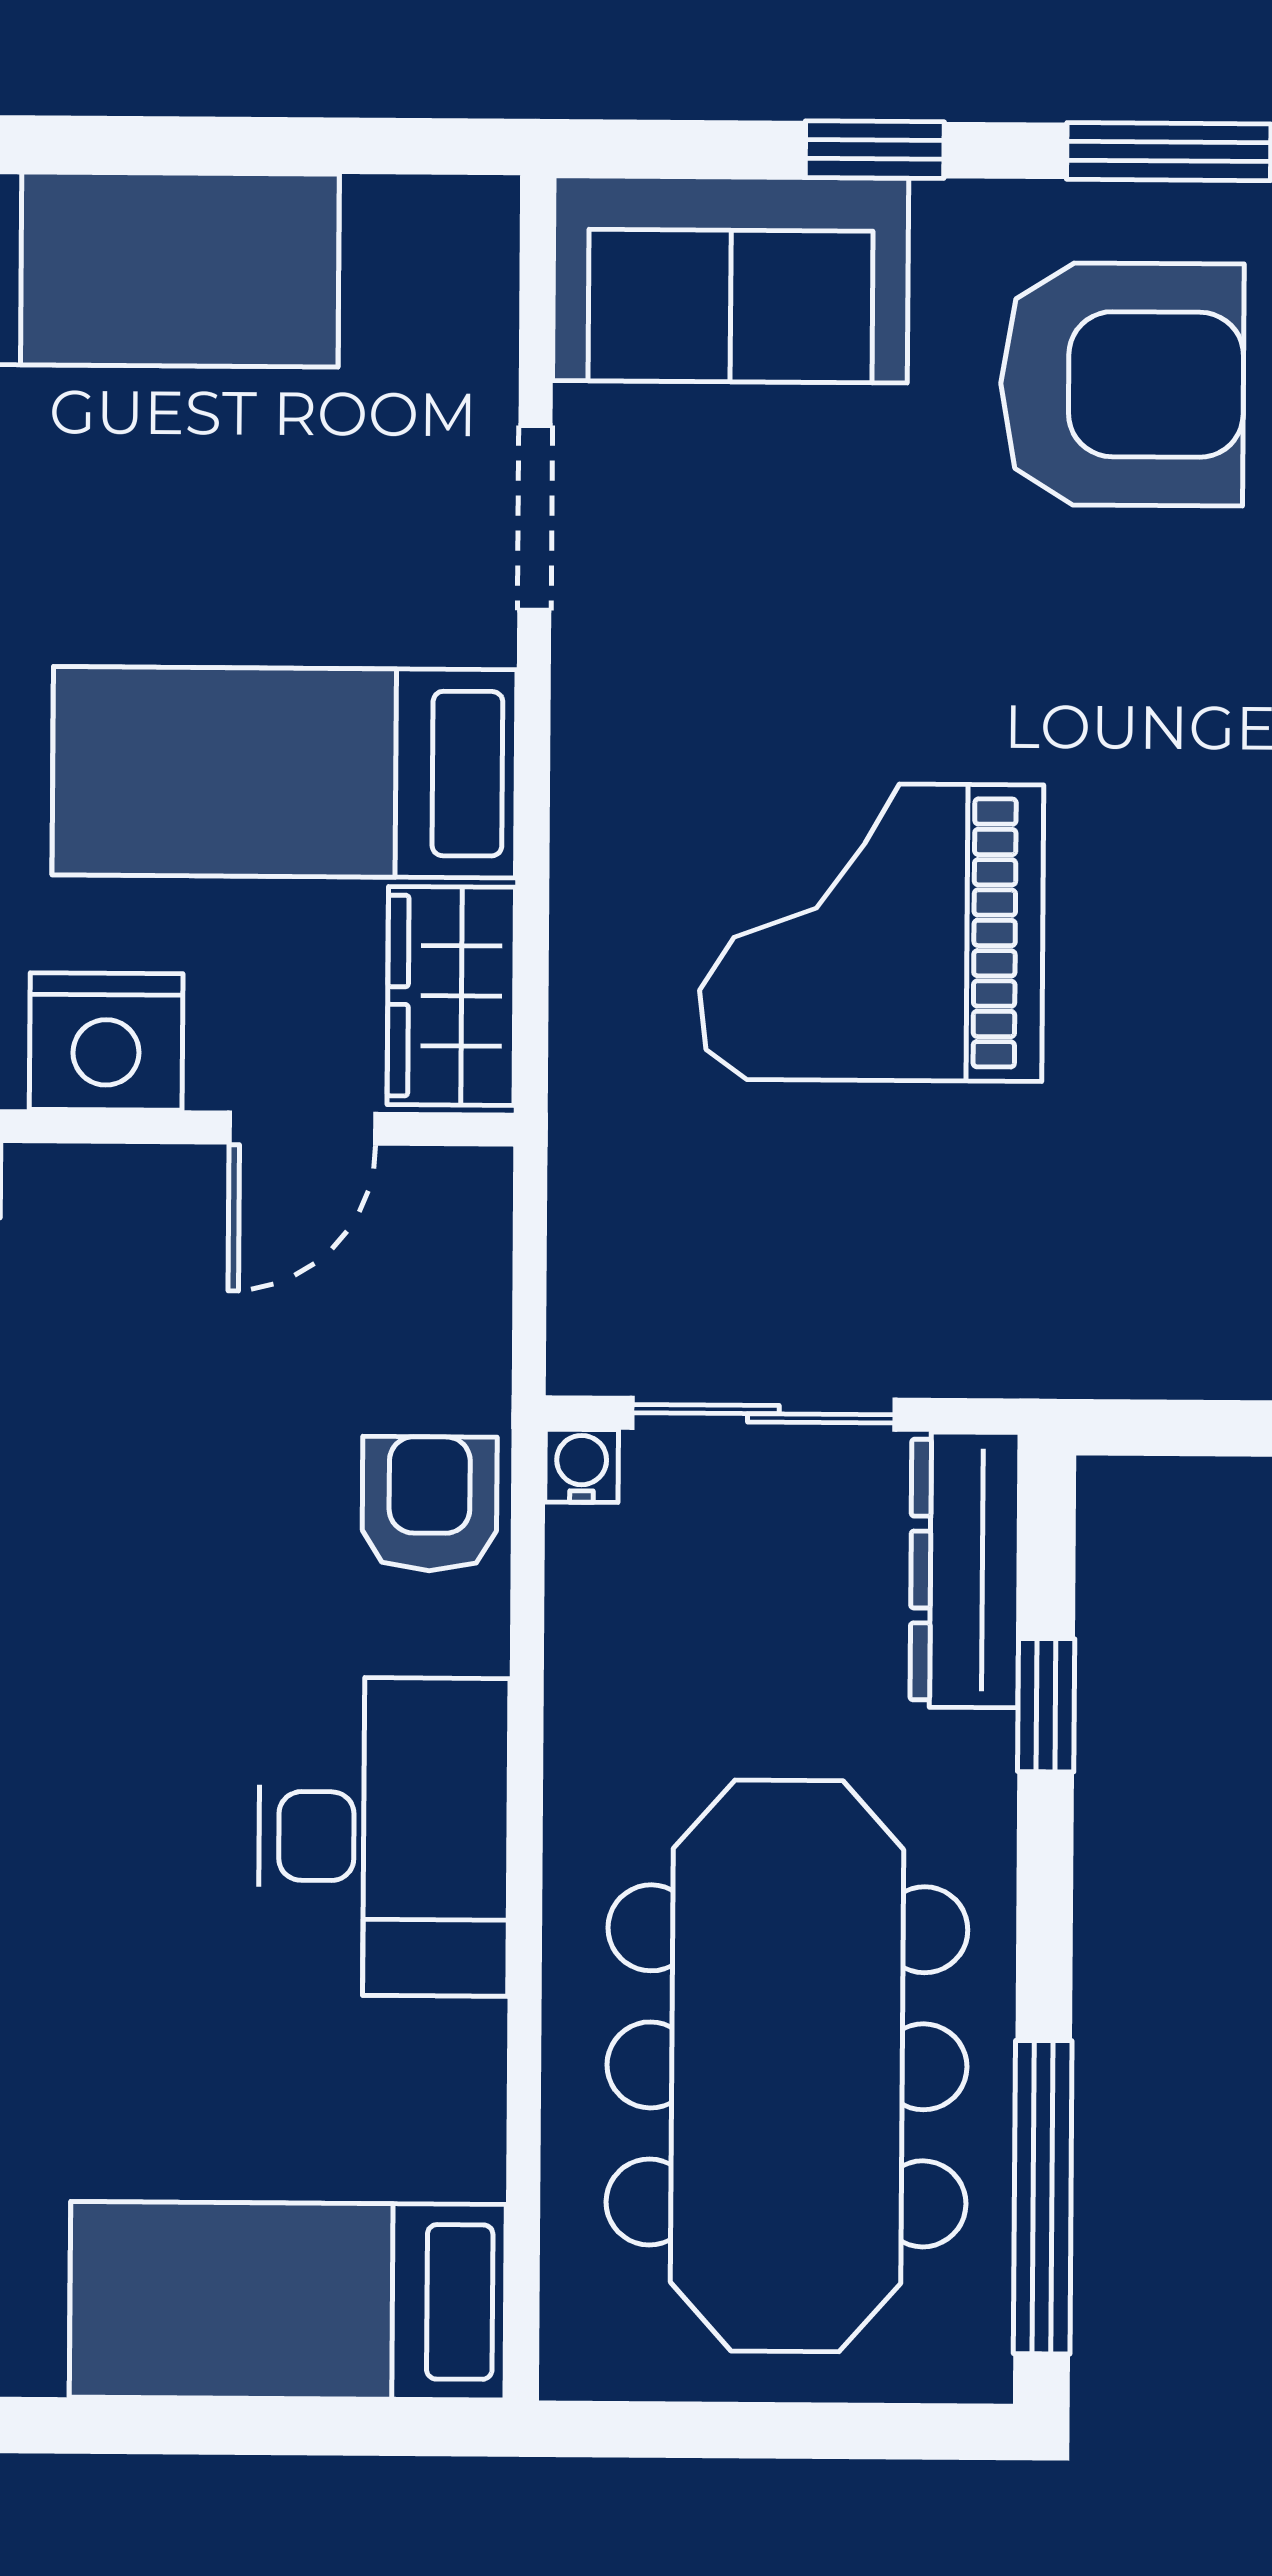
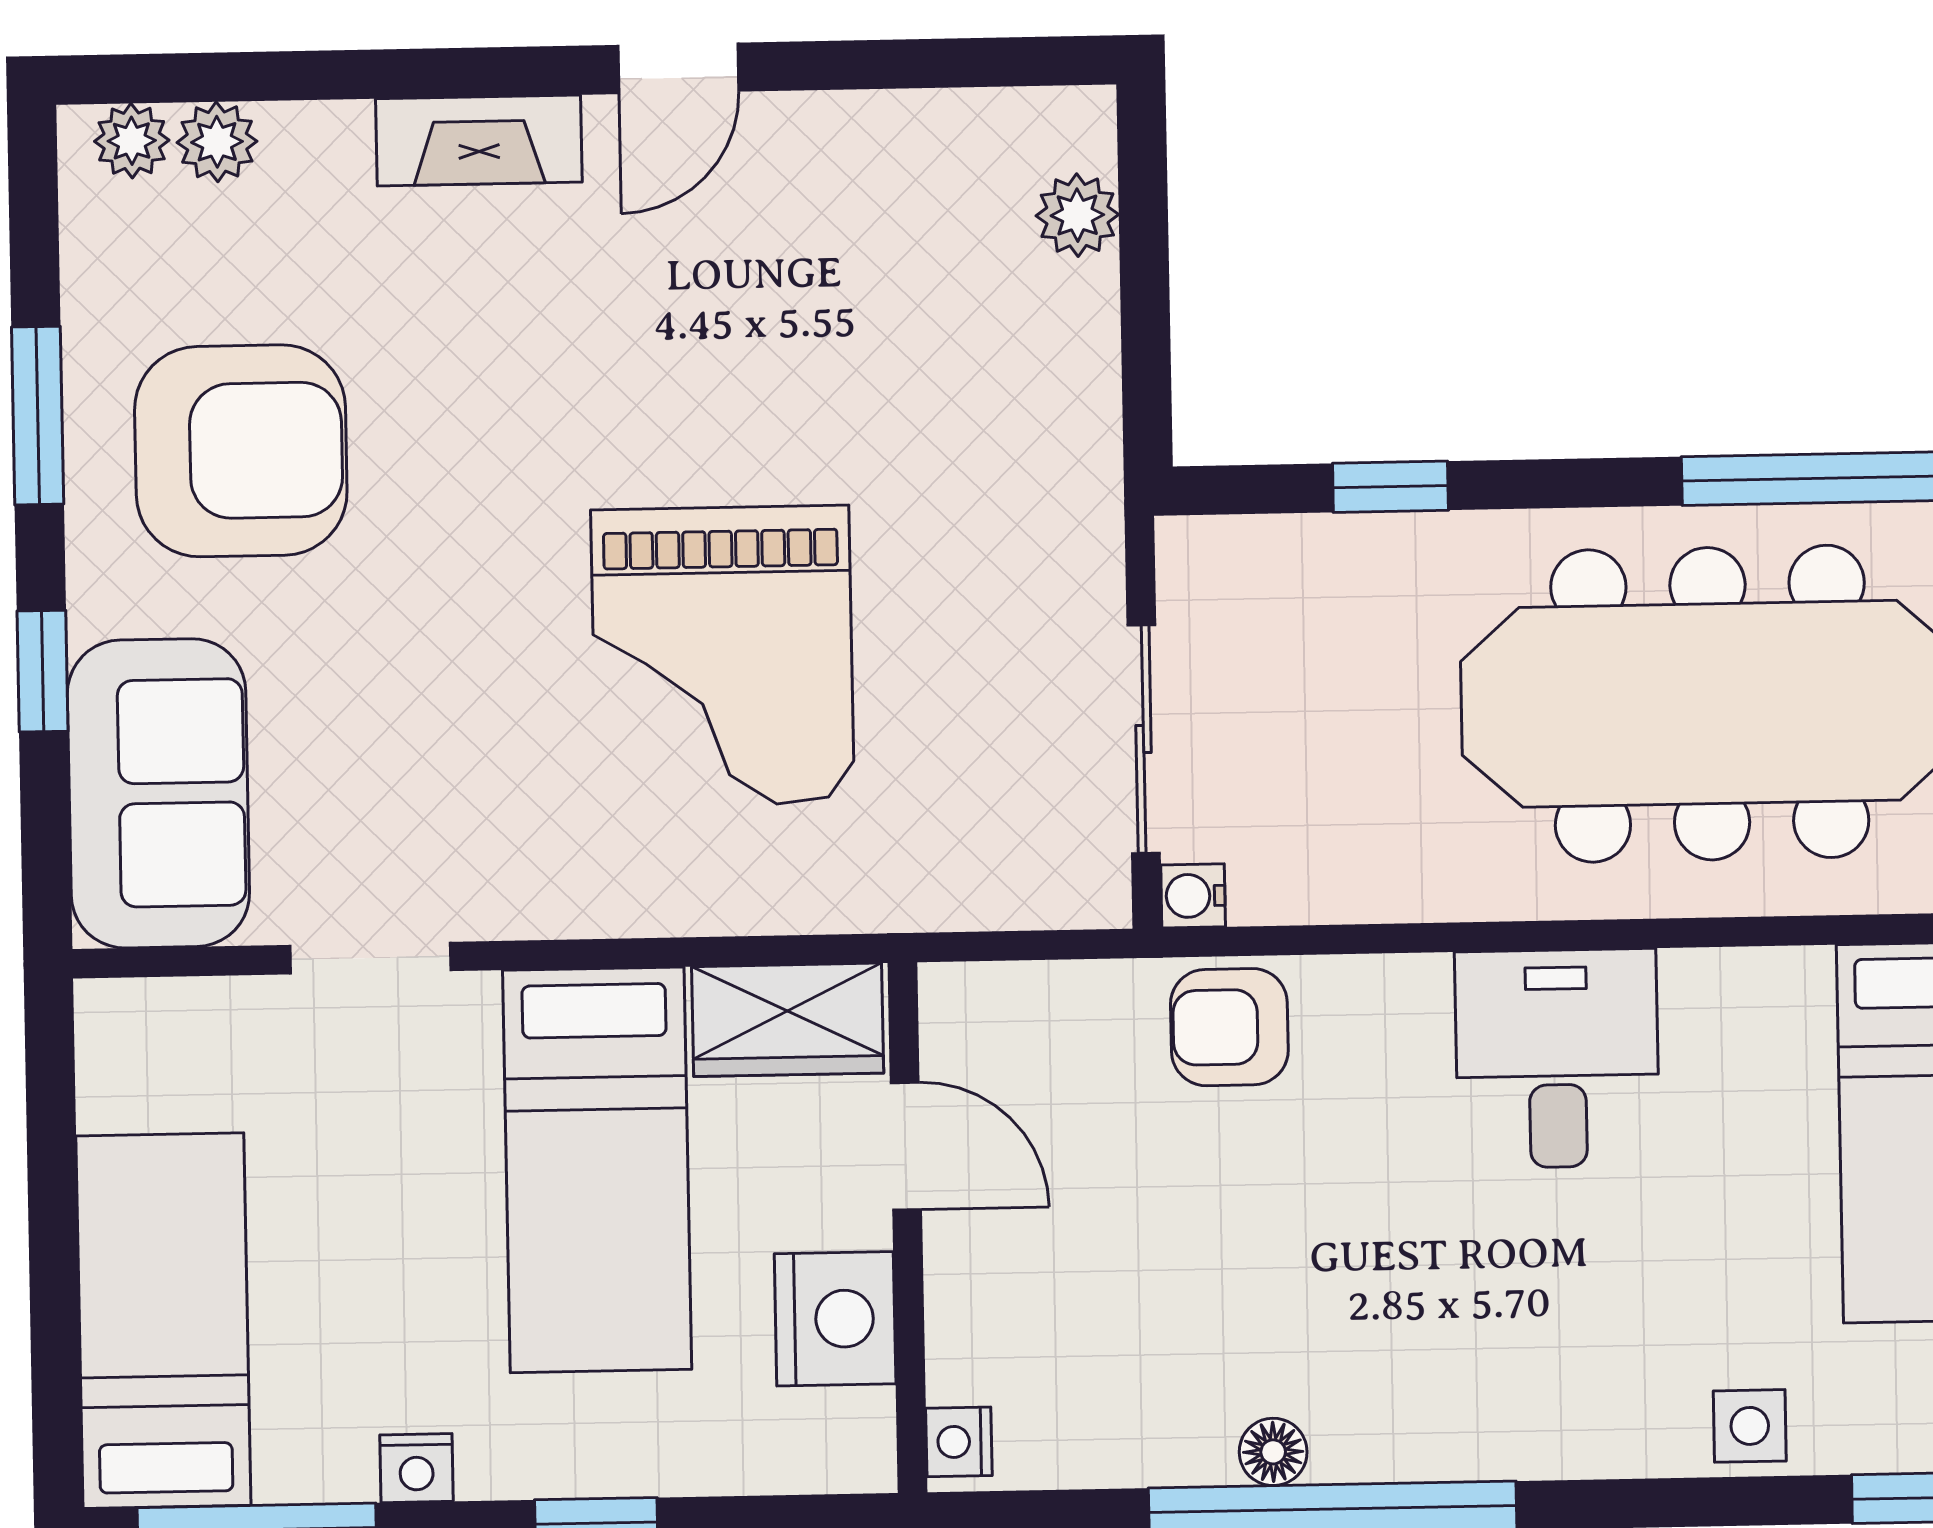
armchair: (1122, 384) -> (241, 451), turned 90
dresser: (965, 1570) -> (1275, 560), removed
desk: (384, 1837) -> (1557, 1059), width x0.73

